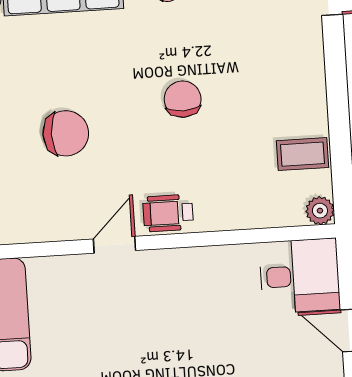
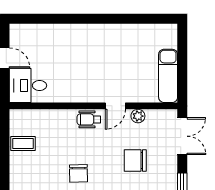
plant: (320, 211) -> (138, 116), moved
wheelchair: (168, 213) -> (89, 119), turned 180

